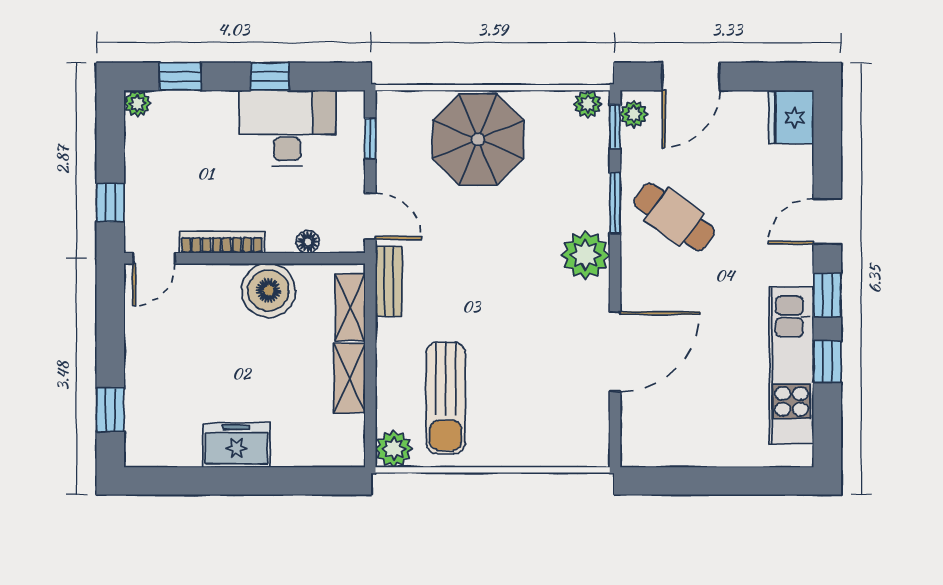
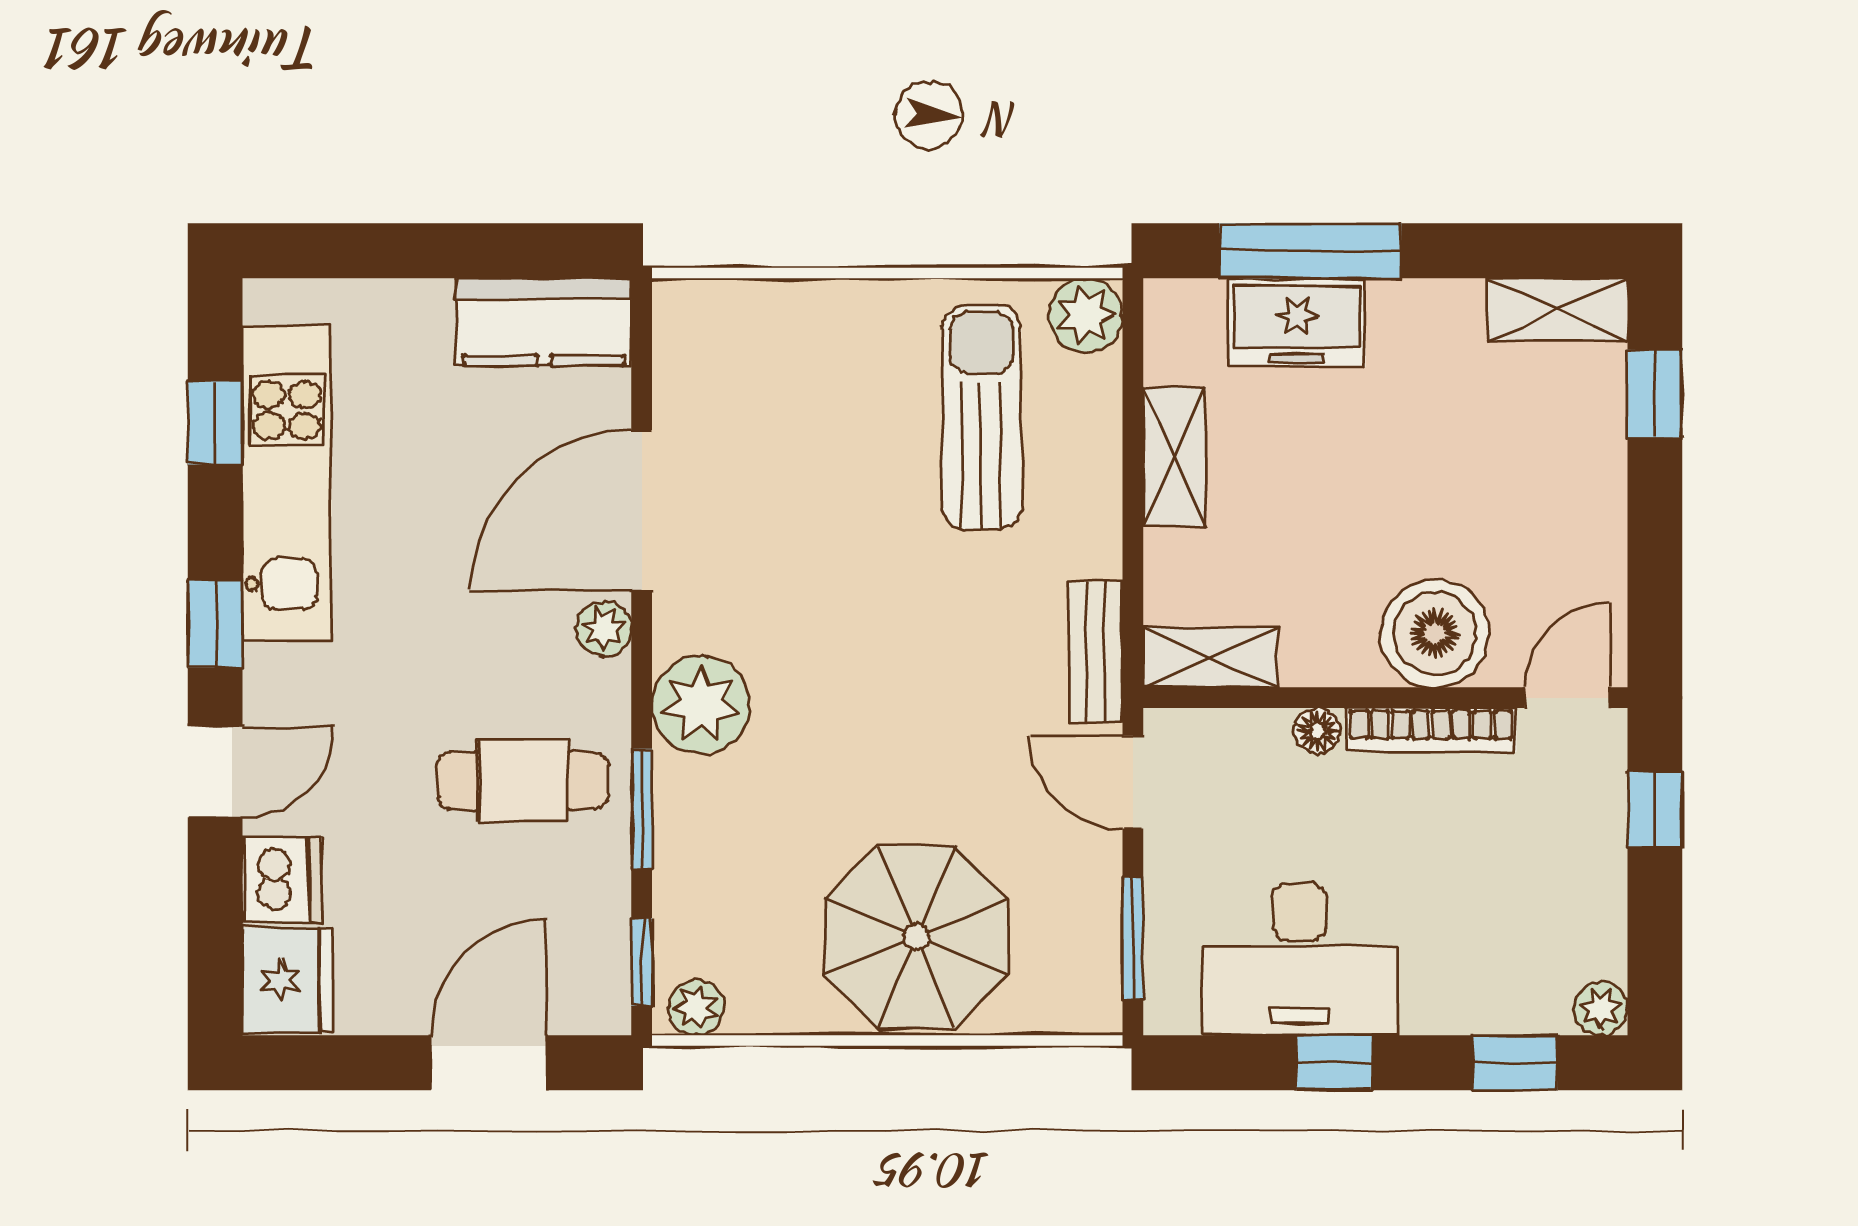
plant: (634, 114) -> (604, 629), moved
window: (370, 139) -> (1133, 938), width x1.50
dishwasher: (794, 167) -> (282, 880), added
cafe table: (674, 217) -> (523, 781), turned -36
floor lamp: (308, 242) -> (1317, 731), moved
boiler: (268, 290) -> (1435, 633), moved
shelving: (350, 307) -> (1210, 657), moved, turned 90
window: (827, 362) -> (215, 423), moved
freezer: (236, 445) -> (1297, 322), moved
kitchen counter: (664, 446) -> (544, 322), added
shelving: (159, 452) -> (1558, 310), added
window: (282, 481) -> (1310, 251), added

